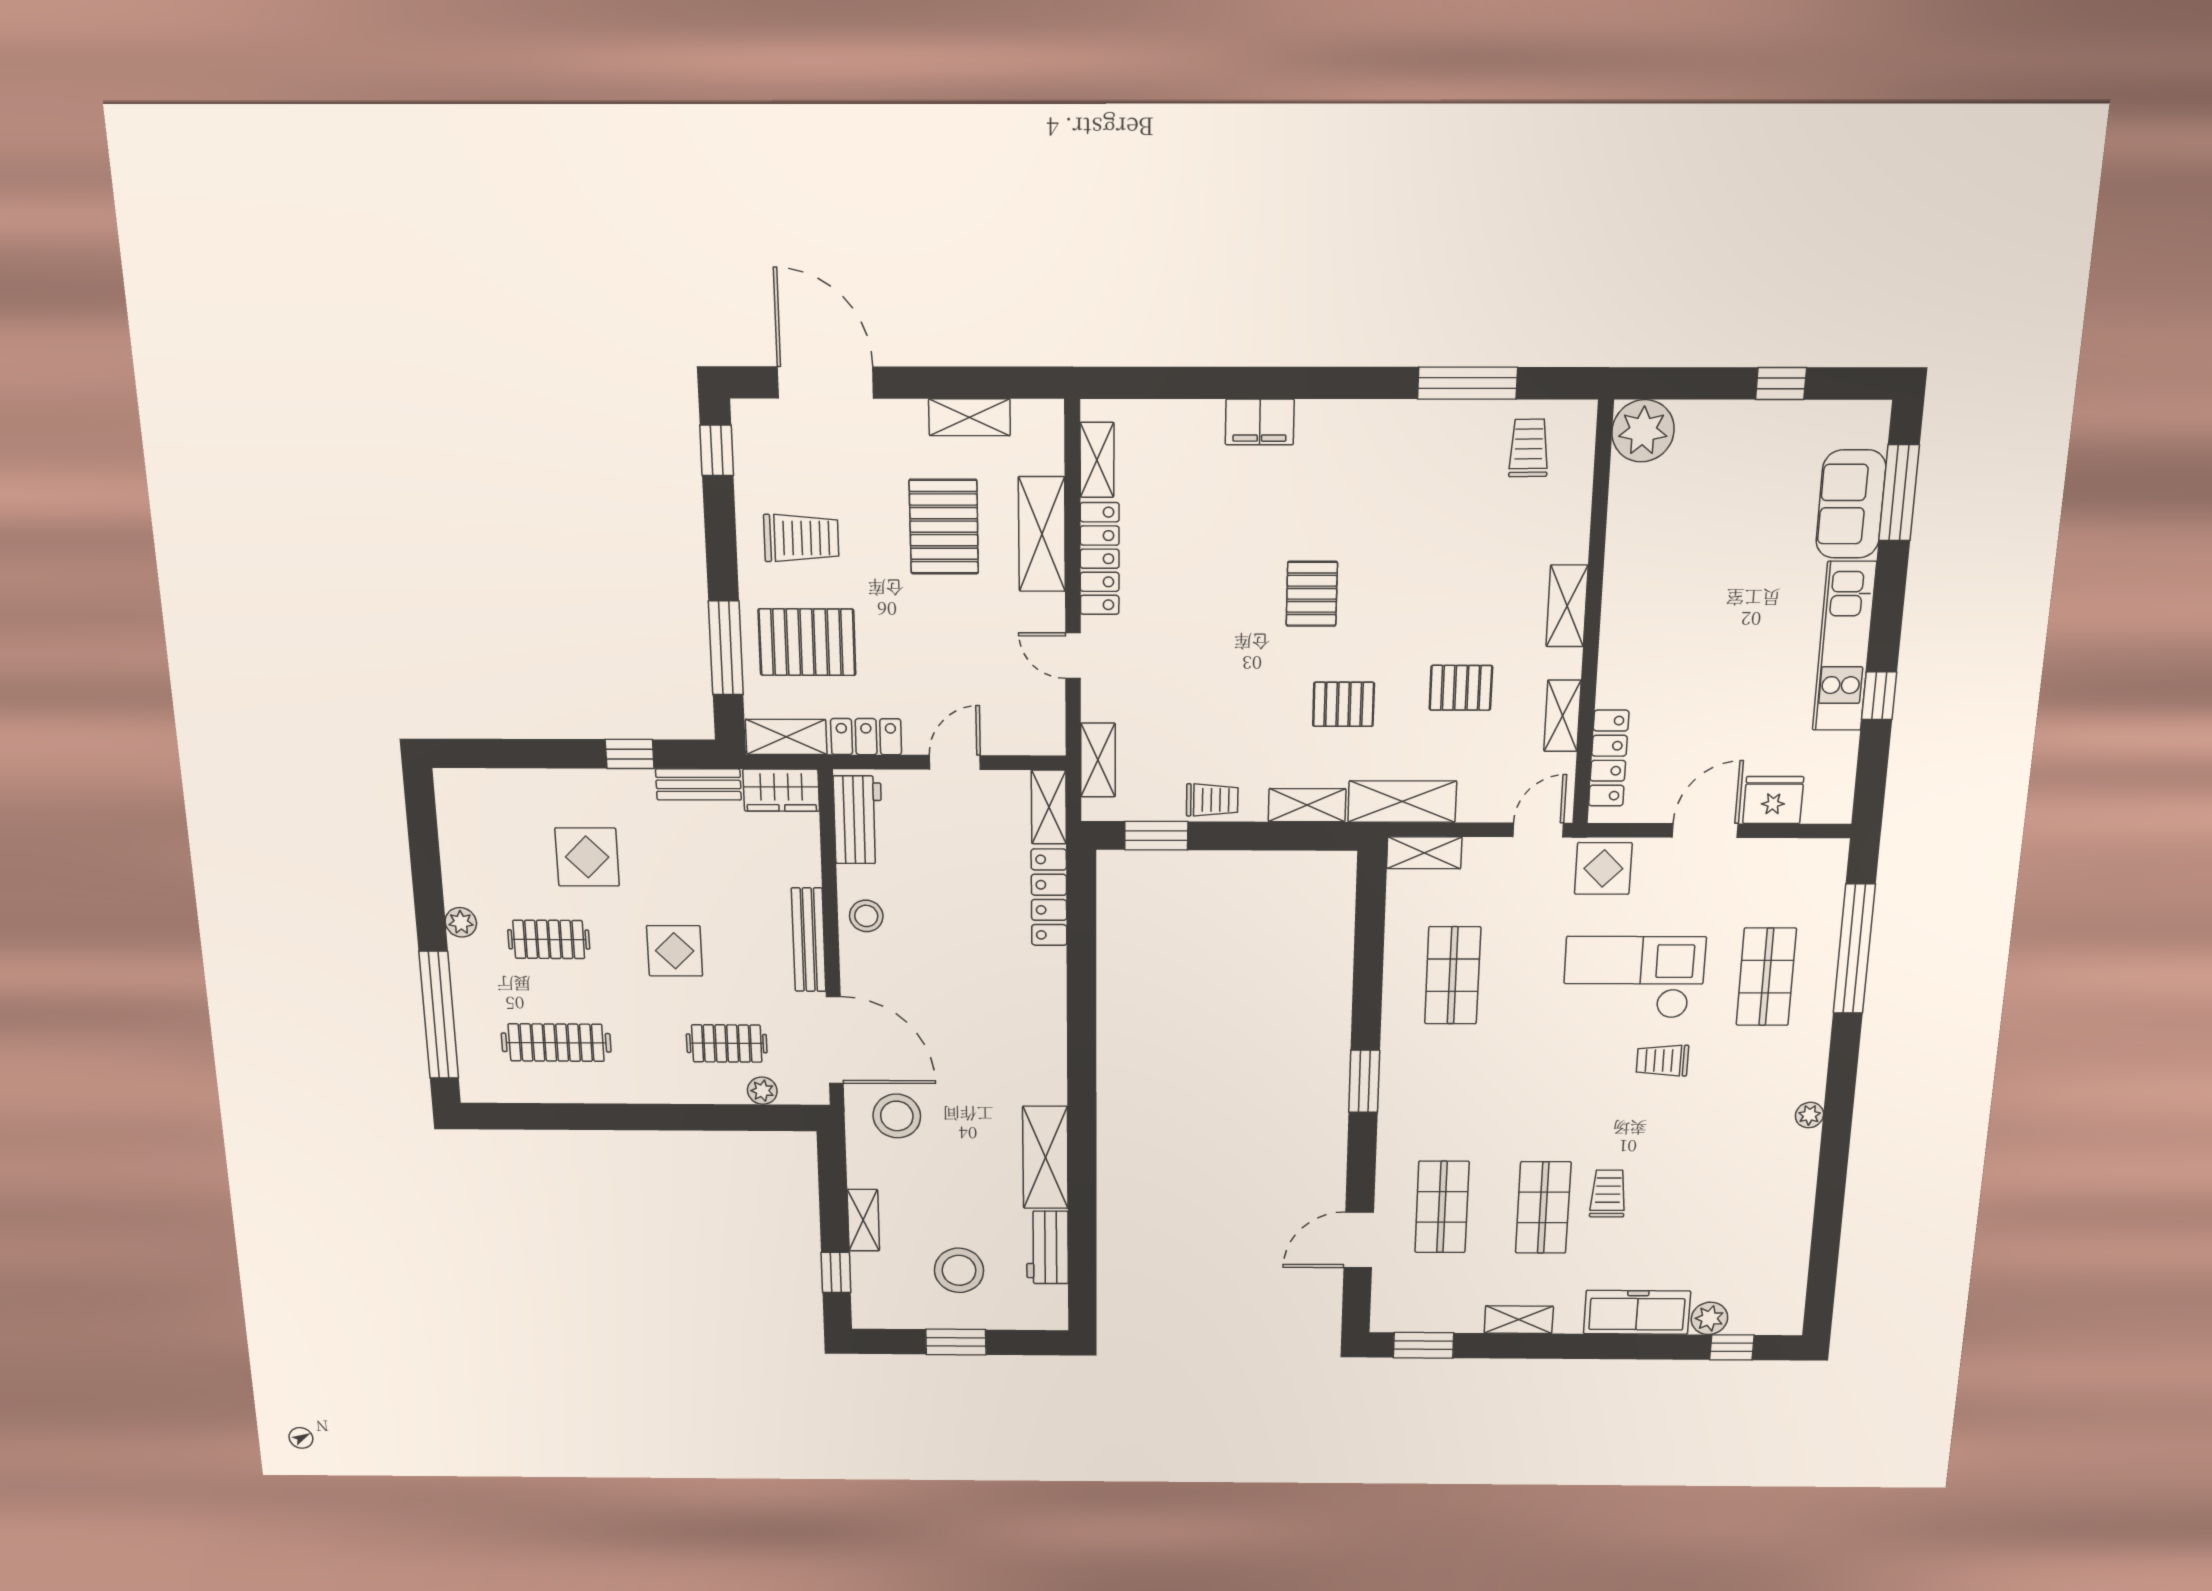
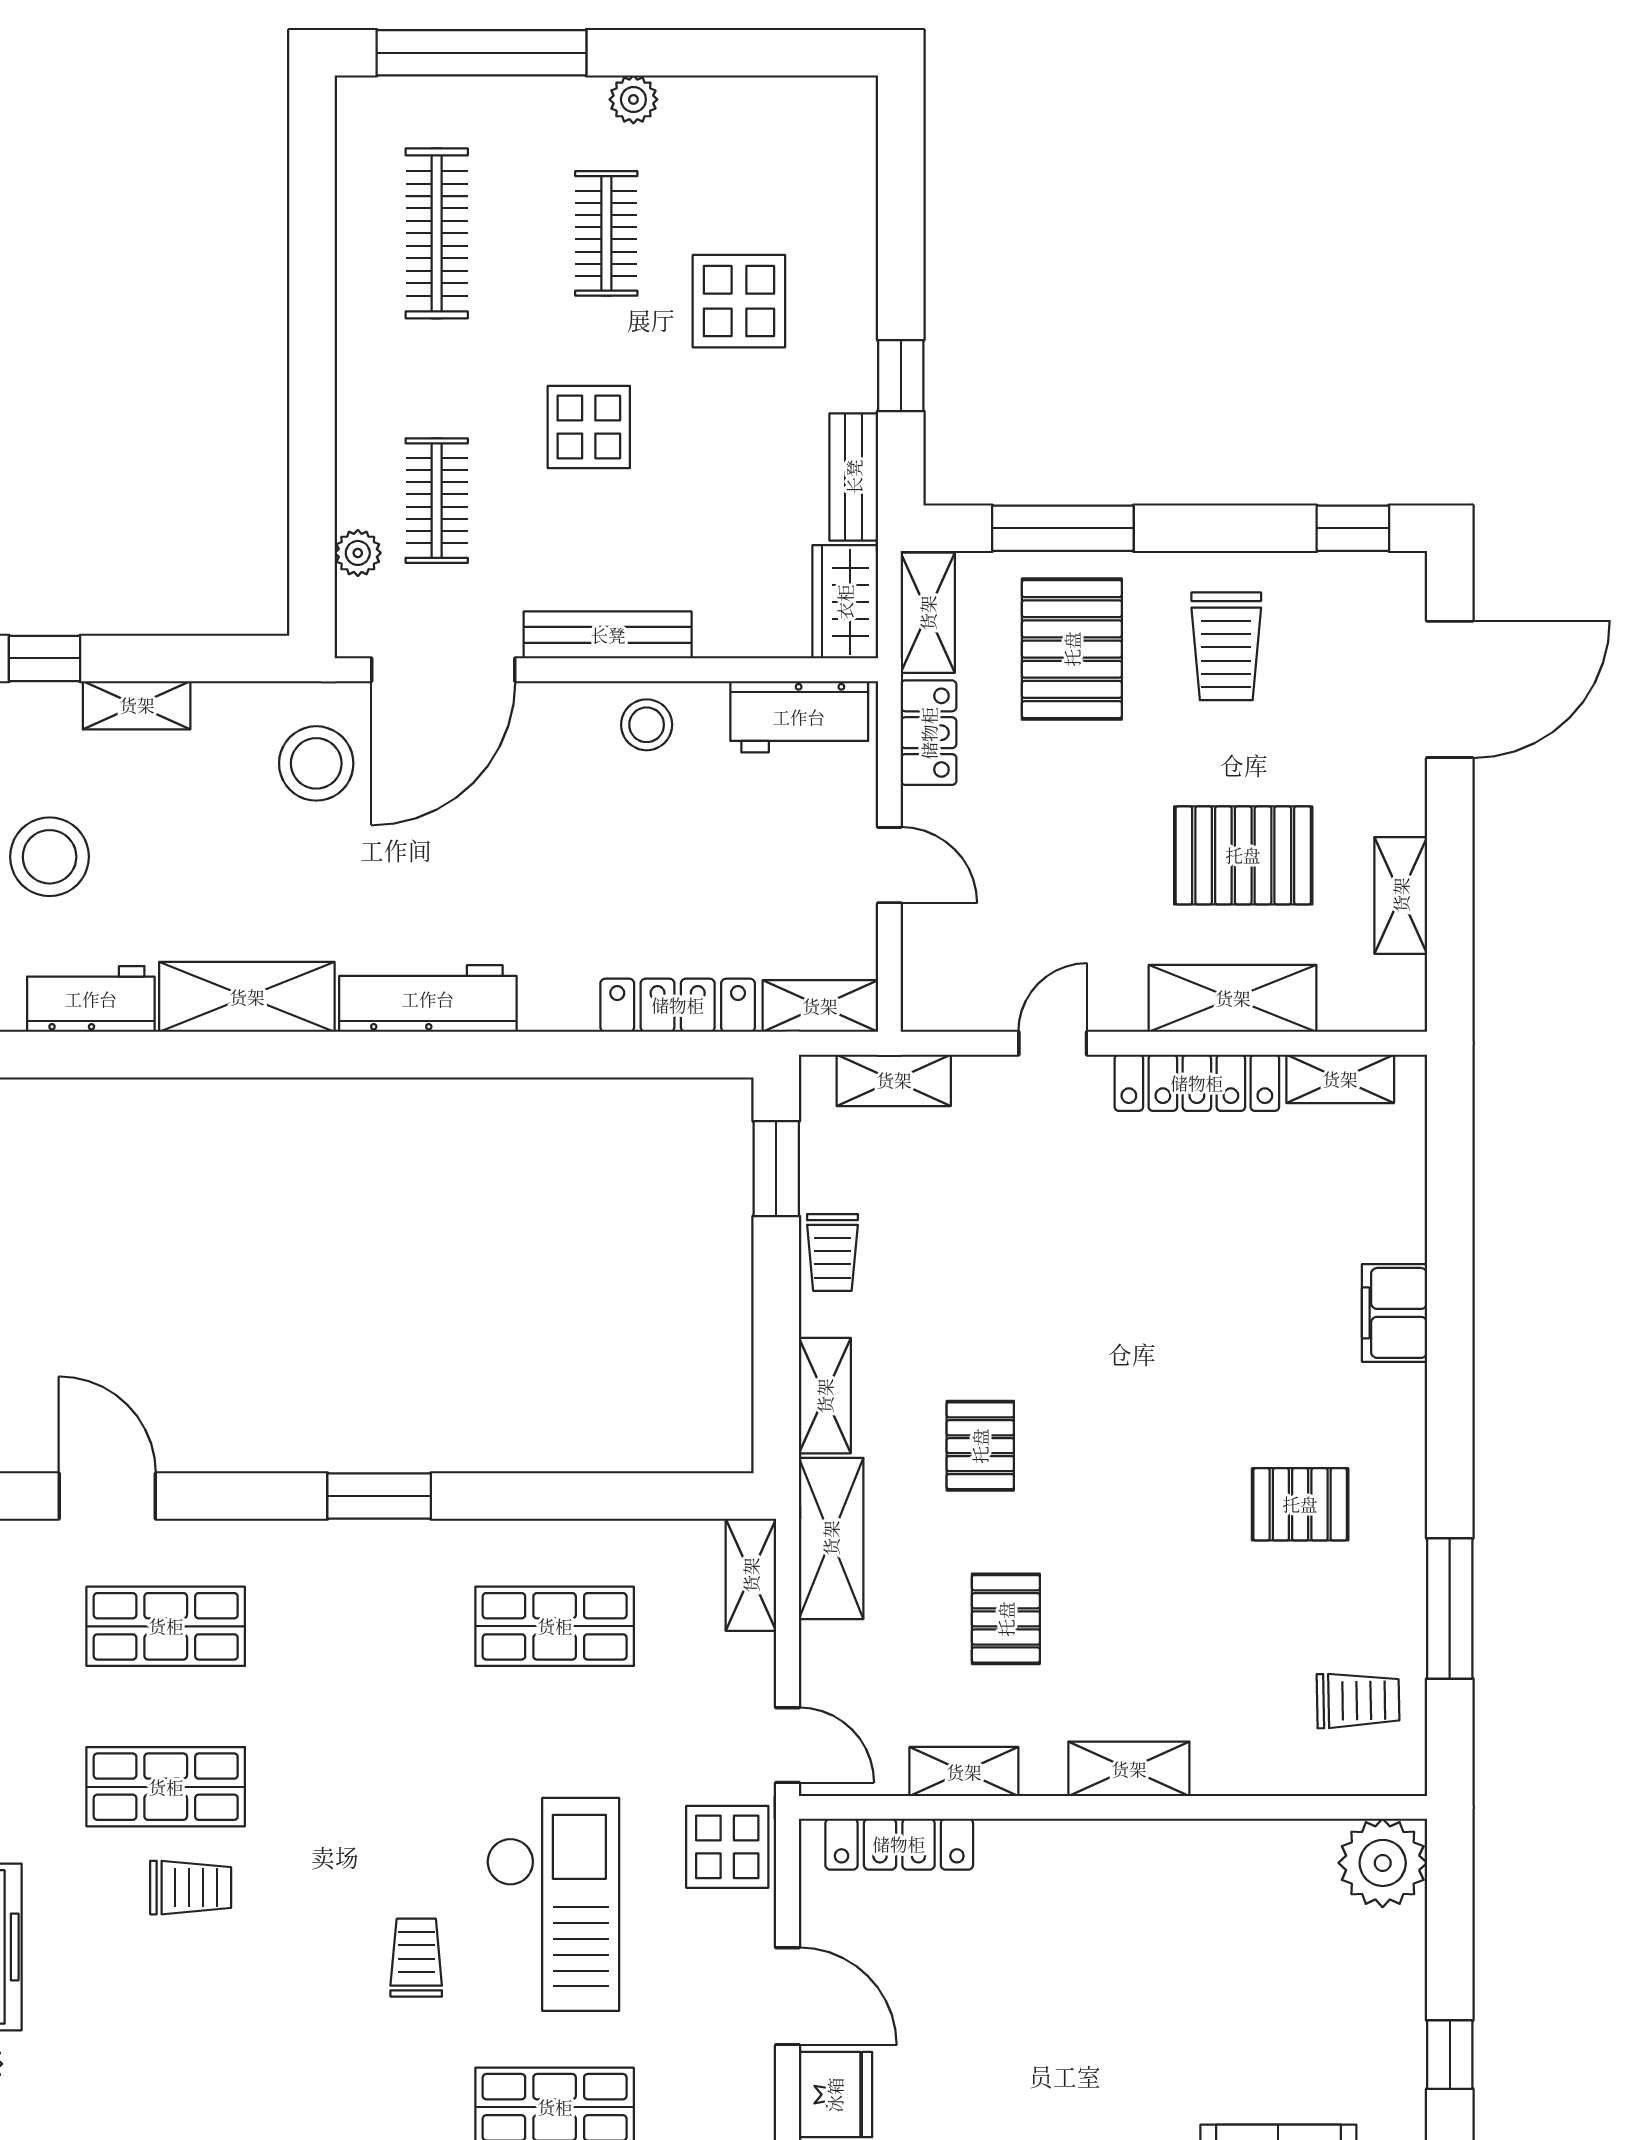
pallet: (1312, 594) -> (1300, 1504), moved
workbench: (1046, 1050) -> (428, 999), added

